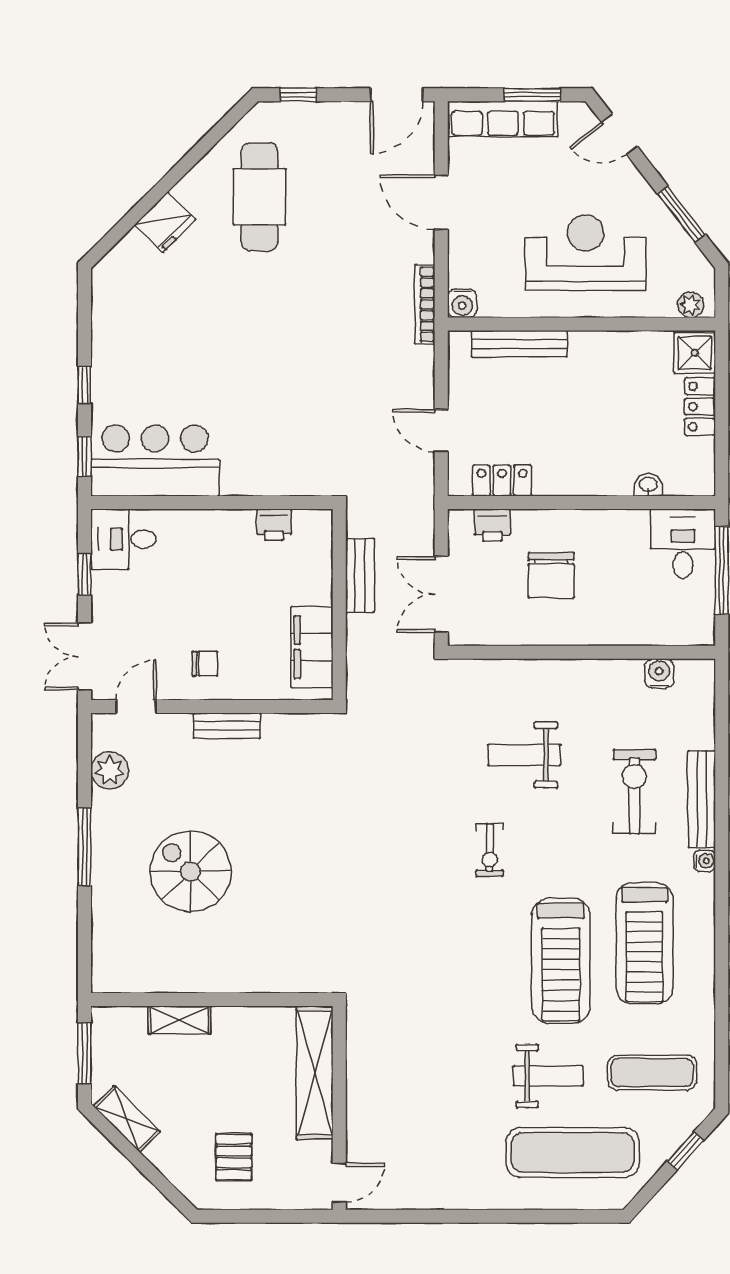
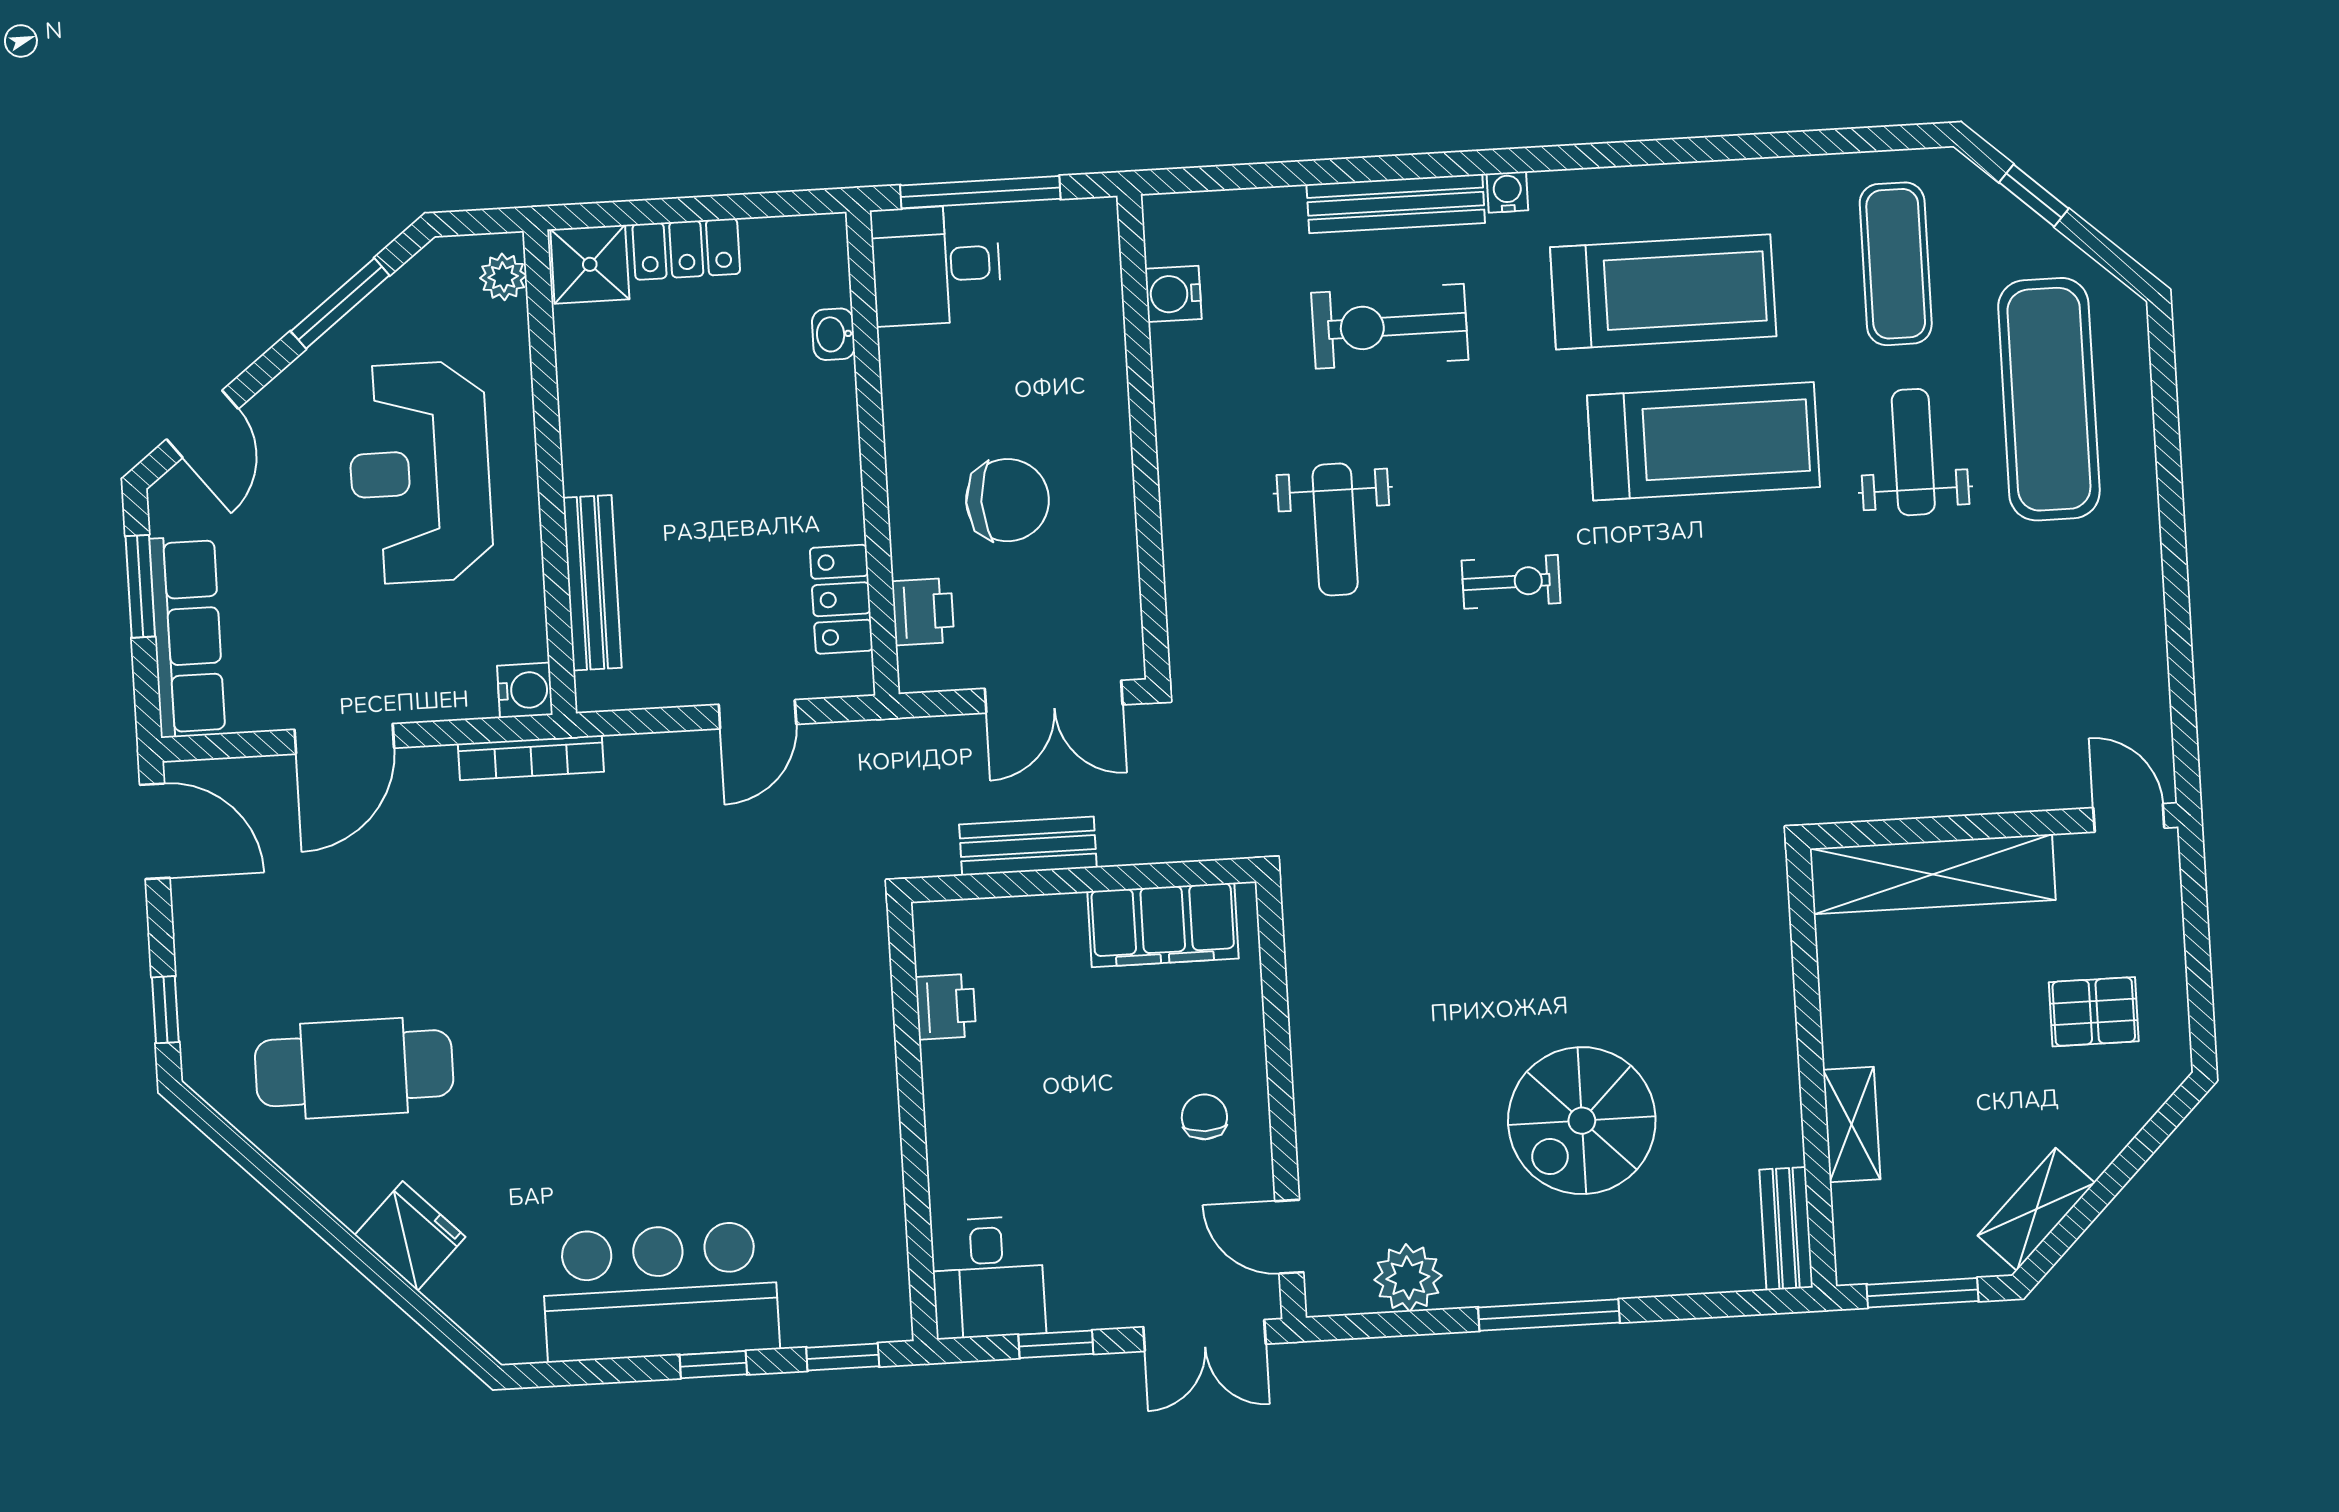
bar counter: (155, 461) -> (660, 1292), moved, turned 90
bench: (227, 726) -> (1786, 1229), moved

